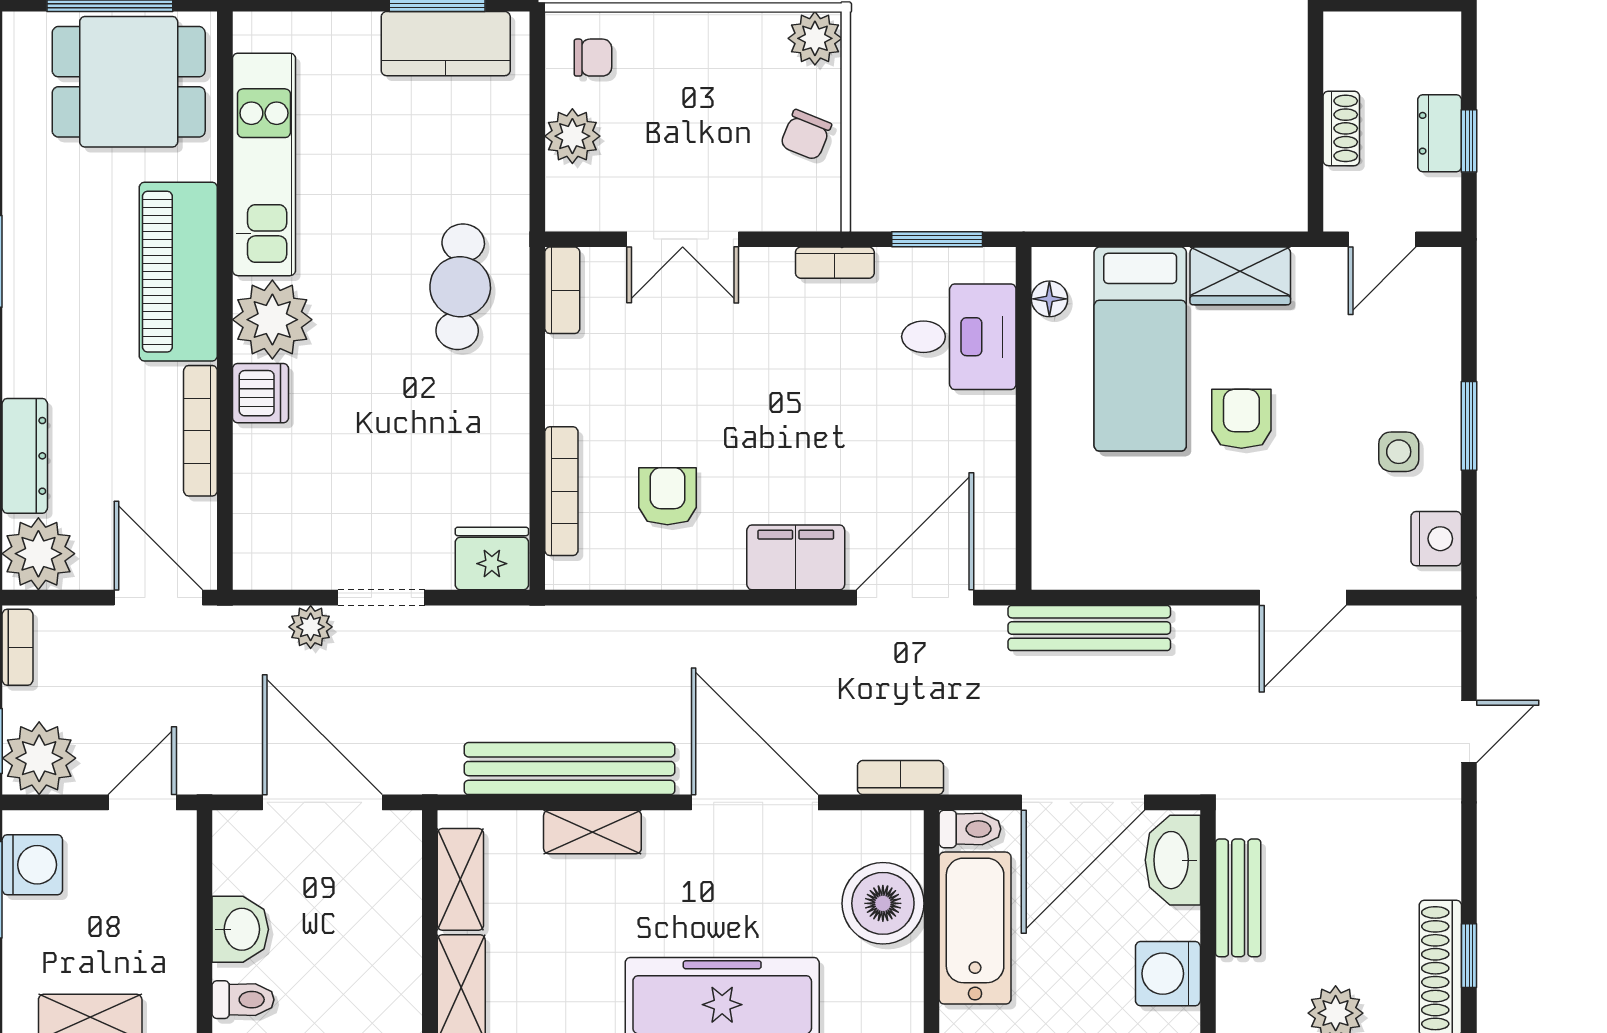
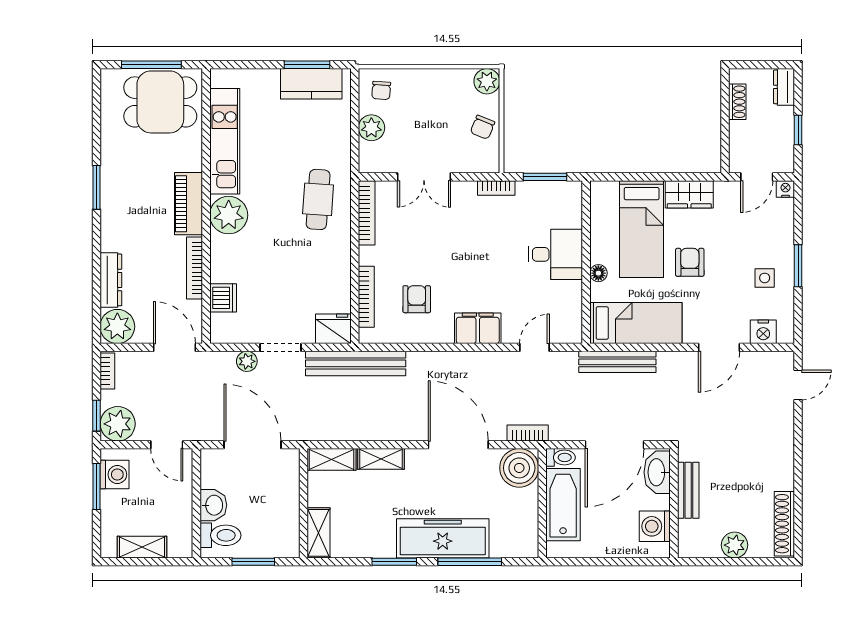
chair: (593, 58) -> (381, 90), turned 94
shoe rack: (1341, 128) -> (737, 102), moved
dresser: (1440, 133) -> (784, 87), moved
nightstand: (1443, 265) -> (785, 189), added
piano: (178, 272) -> (189, 204), width x0.73, depth x0.75
bookcase: (562, 290) -> (367, 213), width x1.56
floor lamp: (1049, 299) -> (598, 273), moved
desk: (959, 337) -> (555, 254), moved
dishwasher: (261, 393) -> (223, 298), moved
nightstand: (1436, 539) -> (763, 332), moved, turned 90
bed: (1128, 546) -> (636, 323), added
door: (915, 598) -> (534, 347), width x0.53
door: (1469, 732) -> (798, 385), moved
bench: (569, 769) -> (356, 363), moved
door: (142, 802) -> (167, 445), swing flipped
shelving: (460, 879) -> (332, 459), moved, turned 90
boiler: (883, 903) -> (519, 468), moved
window: (1469, 956) -> (798, 518), removed
toilet: (243, 1000) -> (220, 535), width x1.37, depth x1.39

